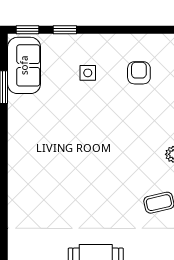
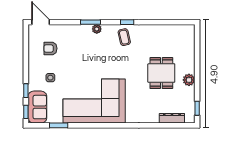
sofa: (24, 65) -> (37, 107), moved, turned 90
corner sofa: (47, 150) -> (94, 101), added

